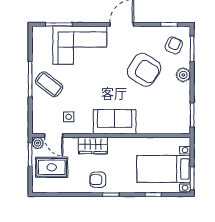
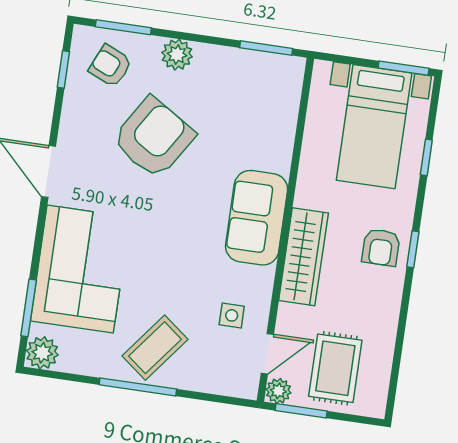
plant: (39, 34) -> (42, 353), added
wardrobe: (93, 146) -> (304, 257), width x1.50
armchair: (98, 180) -> (381, 247), moved

